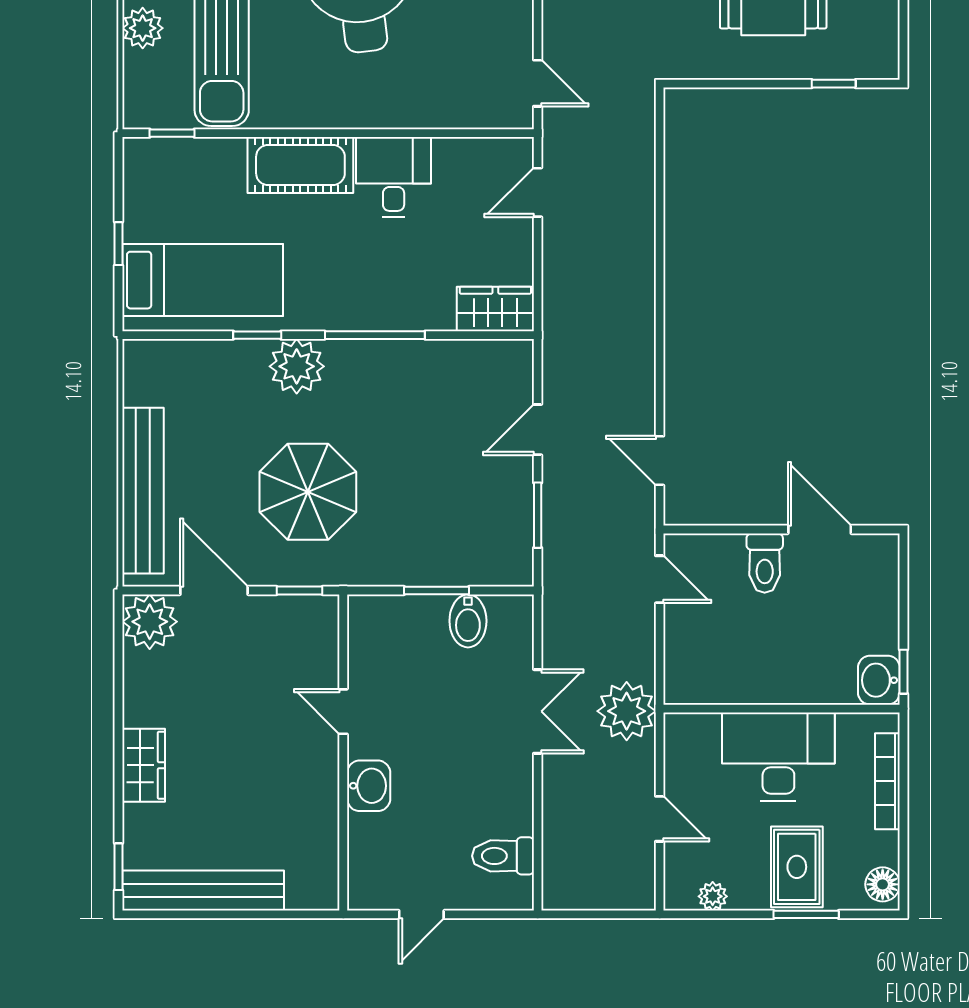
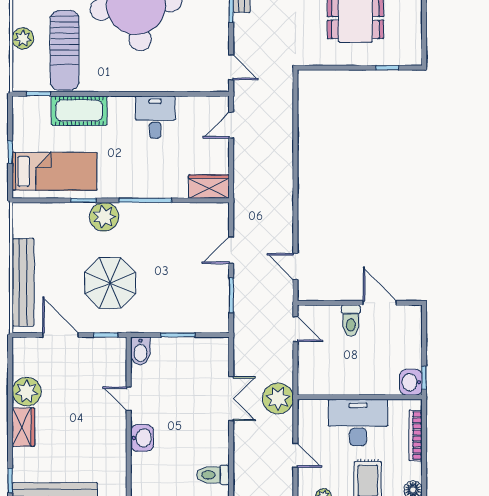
cot: (300, 165) -> (79, 111), moved
bidet: (468, 621) -> (140, 351), moved
plant: (150, 622) -> (27, 392), moved

